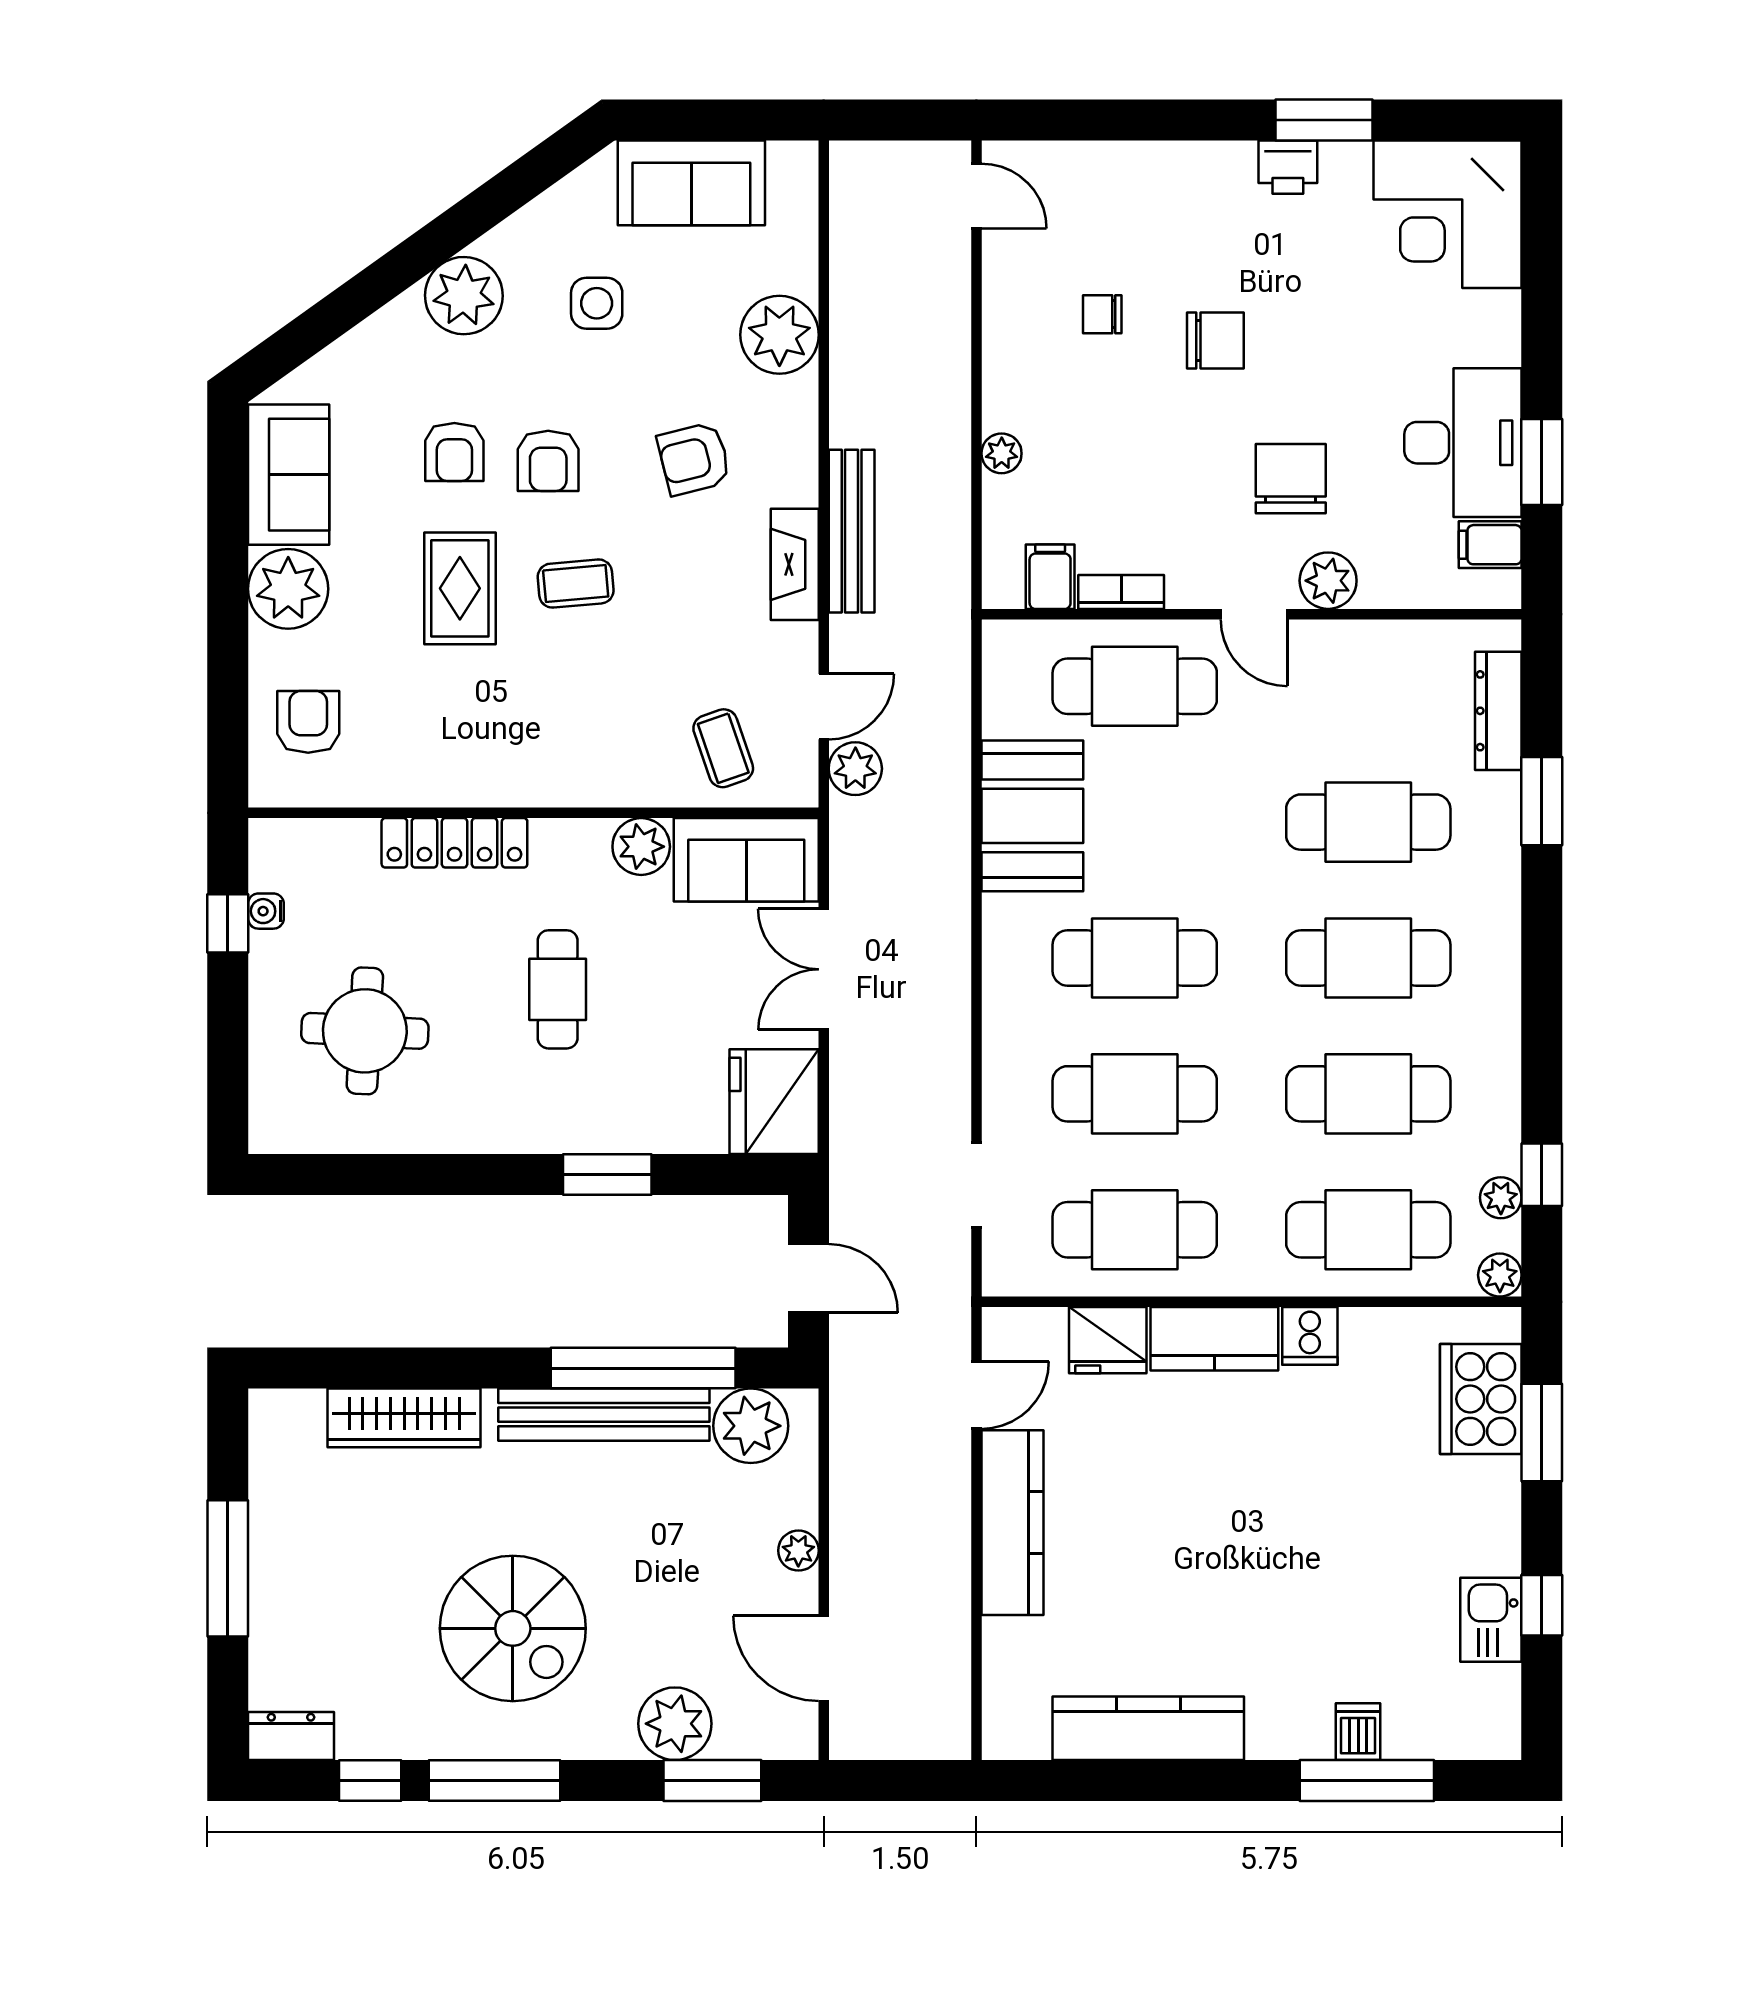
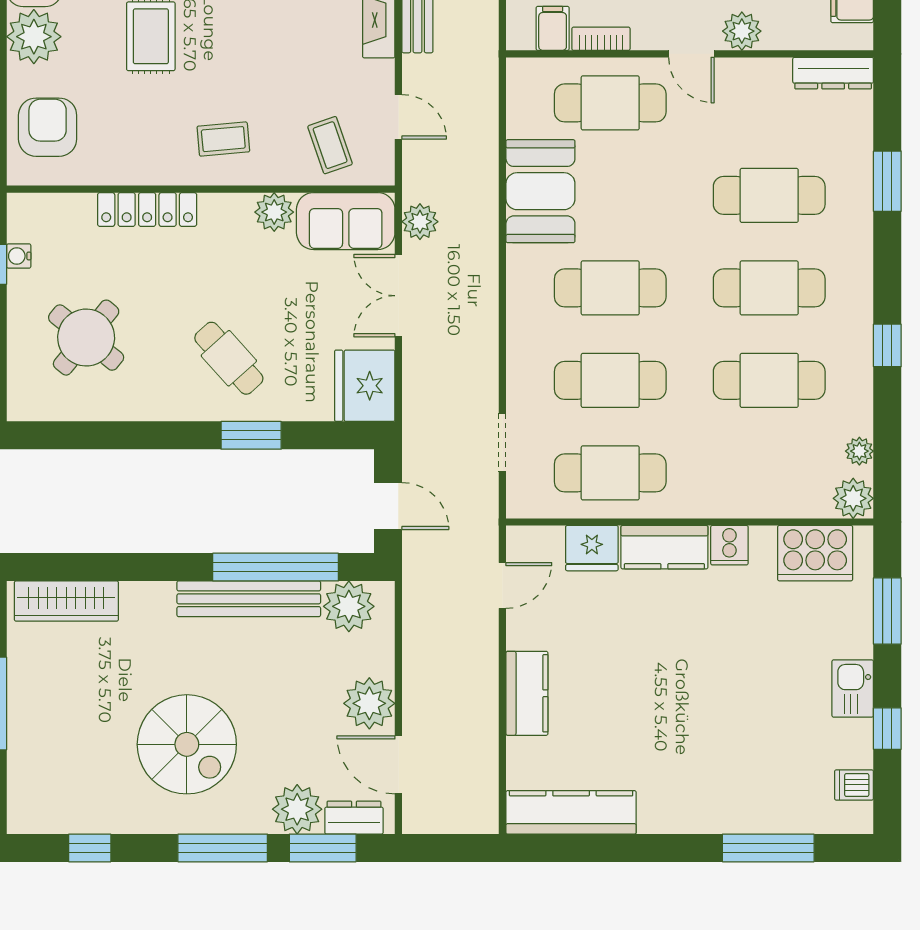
coffee table: (576, 584) -> (223, 139), moved
door: (824, 707) -> (398, 117), hinge flipped
dresser: (1498, 711) -> (833, 73), moved, turned -90
armchair: (308, 722) -> (48, 127), width x1.38, depth x1.38
plant: (855, 769) -> (420, 222), moved
cafe table: (558, 989) -> (229, 358), moved, turned -42
round table: (365, 1031) -> (86, 338), turned 36
window: (1542, 1175) -> (887, 345), moved
cafe table: (1368, 1230) -> (769, 473), removed
plant: (1500, 1275) -> (853, 498), width x1.38, depth x1.38
cooker: (1481, 1399) -> (815, 553), moved, turned -90
wardrobe: (404, 1418) -> (66, 601), moved
kitchen counter: (1012, 1523) -> (527, 693), width x0.67
plant: (798, 1551) -> (369, 703), width x1.87, depth x1.87
kitchen sink: (1491, 1620) -> (853, 688), moved
kitchen counter: (1148, 1728) -> (571, 812), moved
dishwasher: (1358, 1732) -> (854, 785), moved, turned -90
dresser: (291, 1736) -> (354, 818), moved
window: (495, 1781) -> (223, 848), moved

